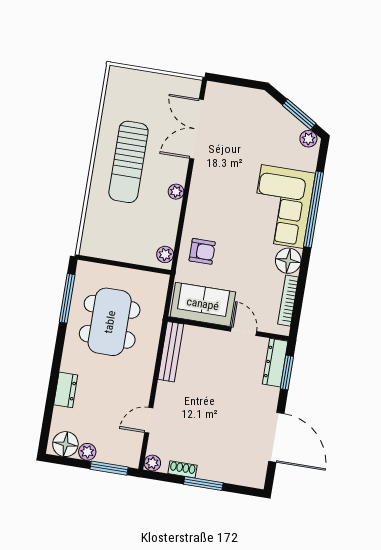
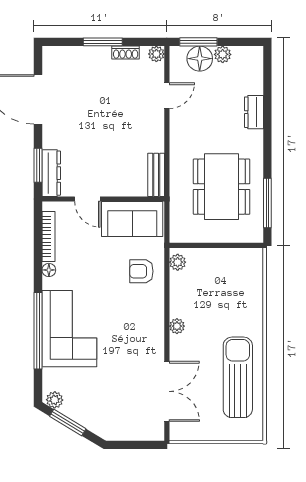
sun lounger: (128, 162) -> (238, 377), moved
floor lamp: (288, 261) -> (49, 270), width x0.53, depth x0.53
bench: (171, 352) -> (156, 175), width x0.73
floor lamp: (65, 444) -> (200, 59), moved

